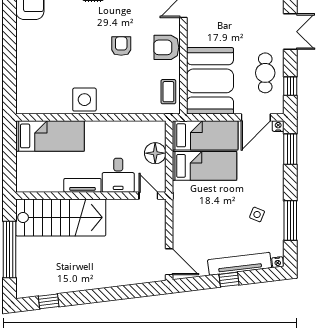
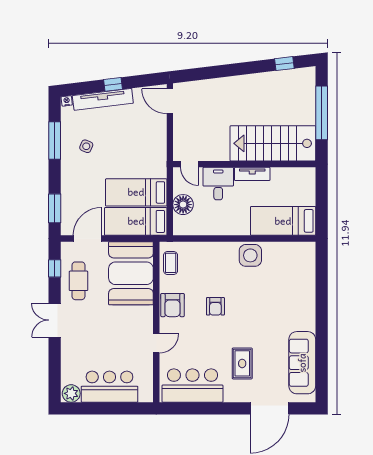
armchair: (166, 47) -> (172, 305), turned 90
nightstand: (278, 126) -> (66, 230), removed

